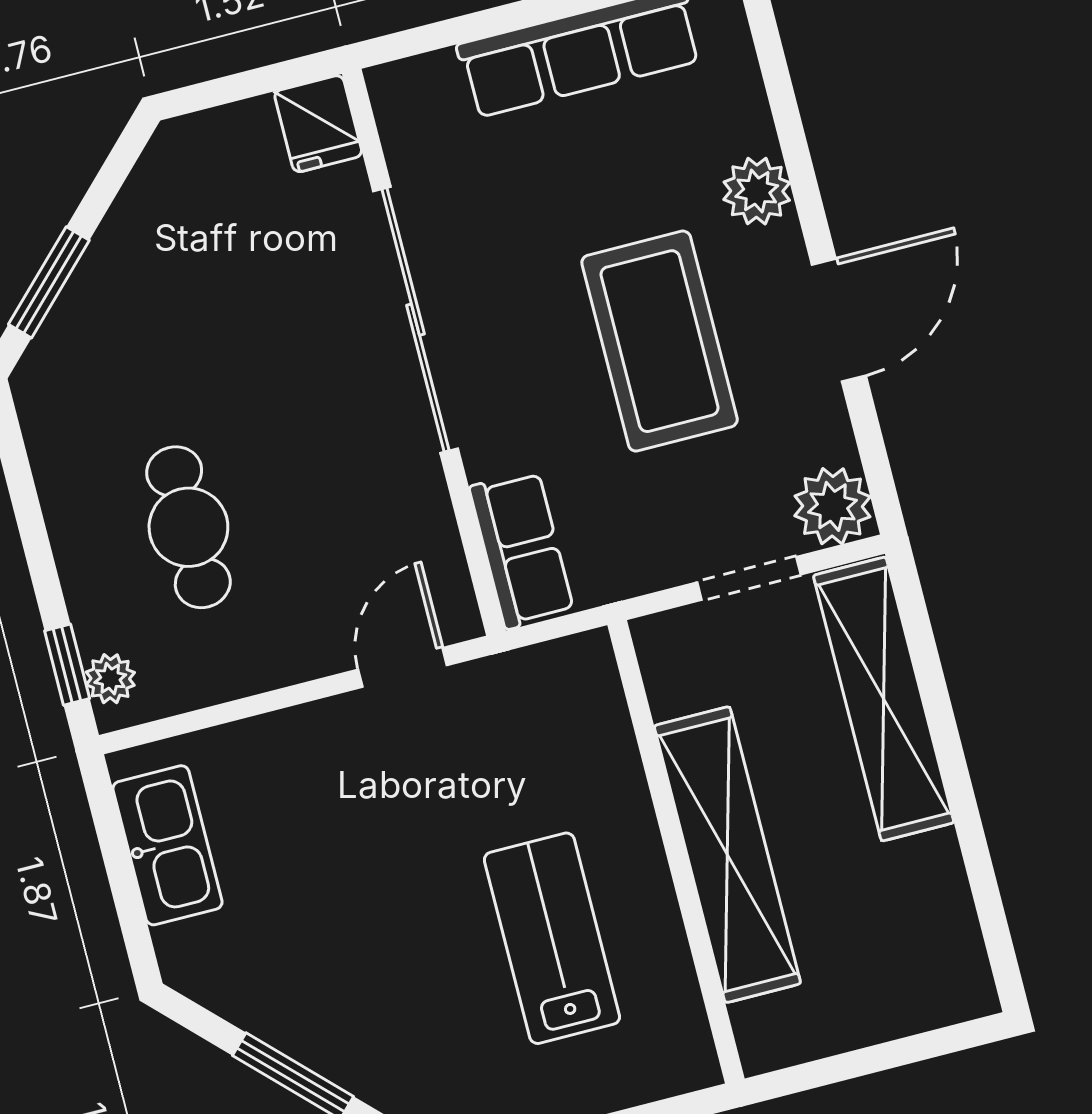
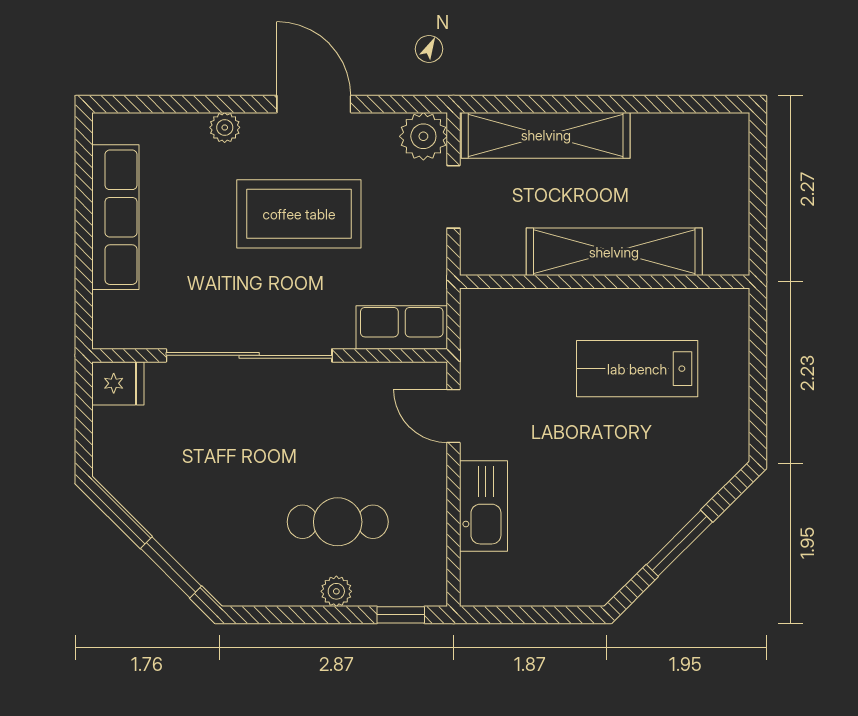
plant: (757, 191) -> (225, 127), width x0.73, depth x0.73
plant: (110, 679) -> (336, 591), moved
kitchen sink: (168, 845) -> (484, 506), moved, turned 90

